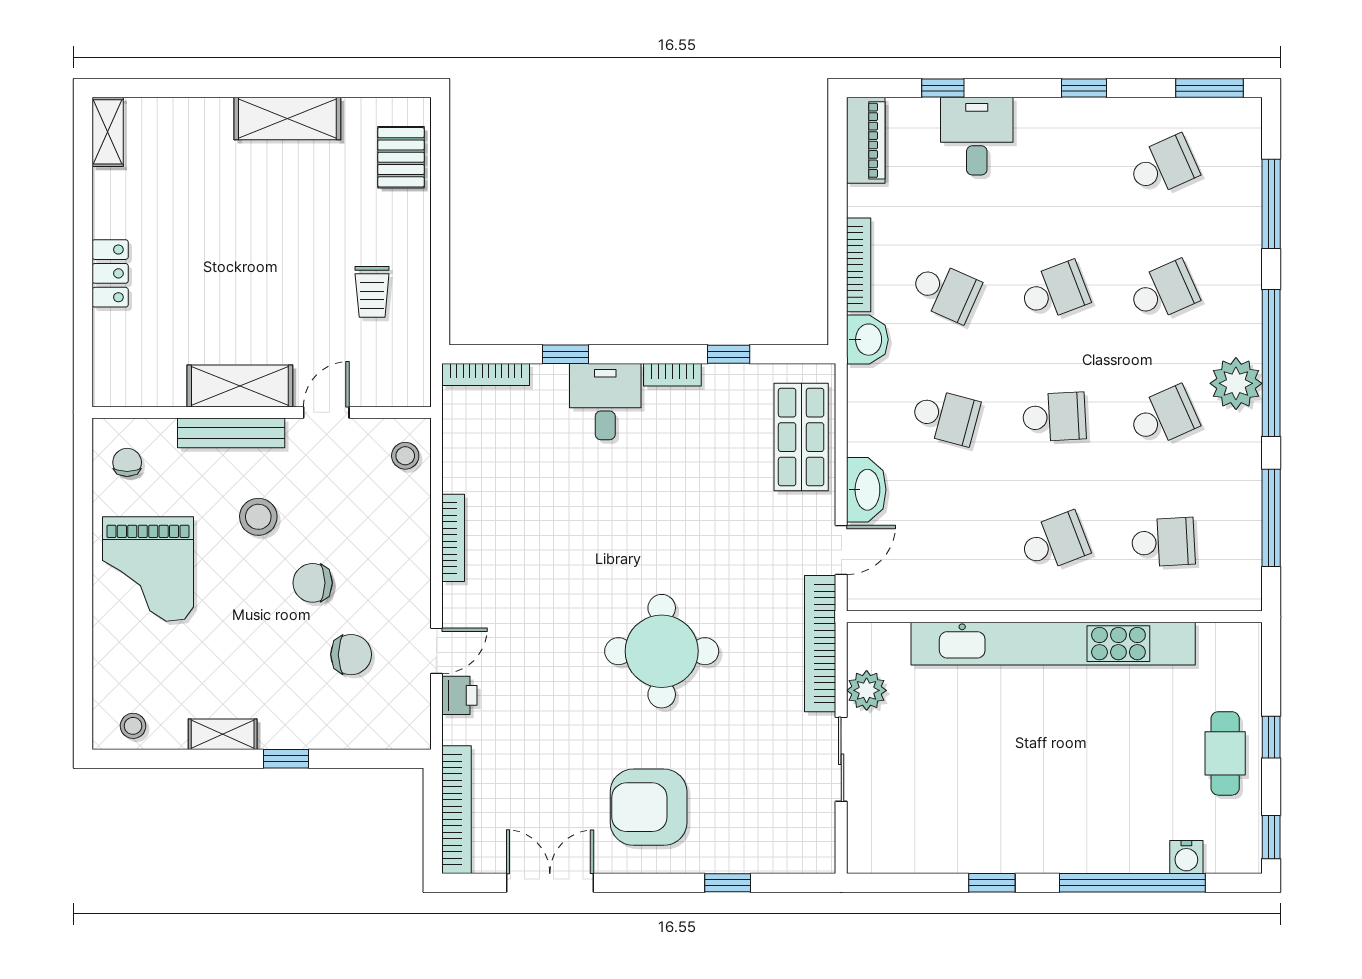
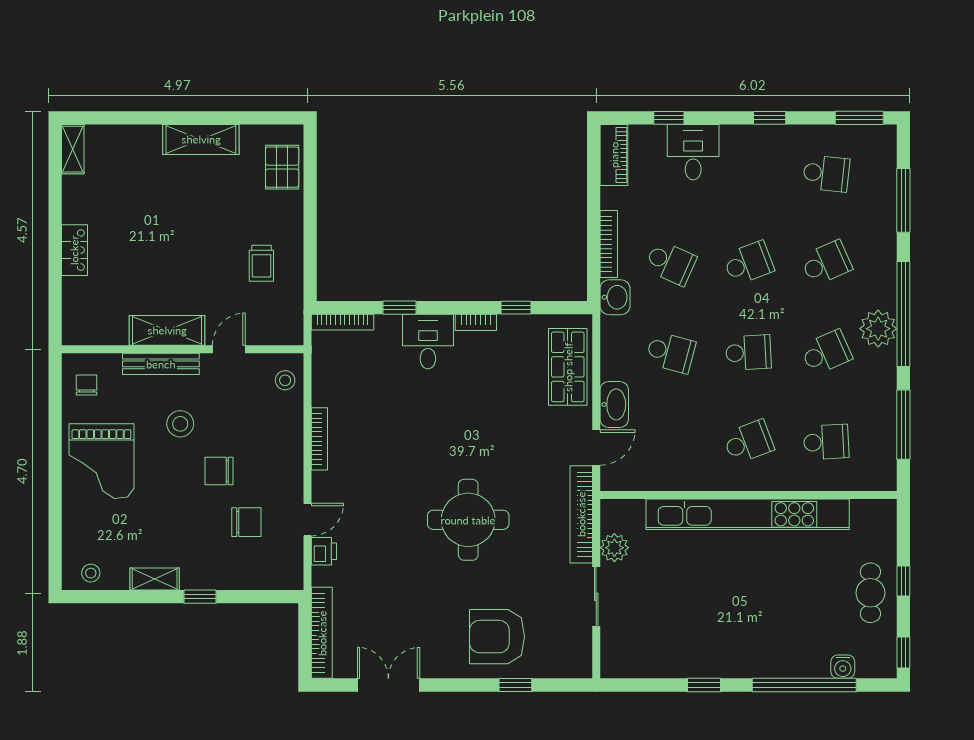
school desk: (1163, 166) -> (826, 173), turned 30
armchair: (649, 807) -> (497, 637), moved

